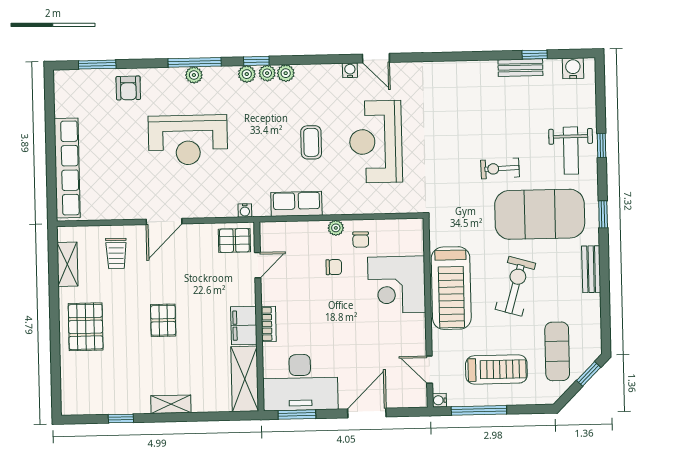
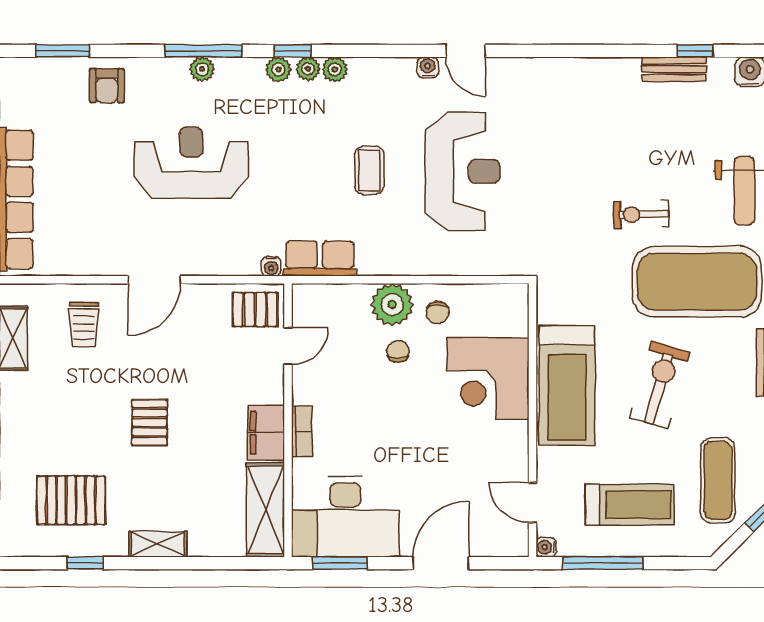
reception desk: (188, 140) -> (191, 163), turned 180
reception desk: (376, 142) -> (463, 171), turned 180
row of seats: (296, 204) -> (320, 259), moved
plant: (336, 228) -> (392, 305), width x1.88, depth x1.88
chair: (334, 267) -> (398, 351), turned -90
pallet: (86, 327) -> (71, 500), moved, turned 90

